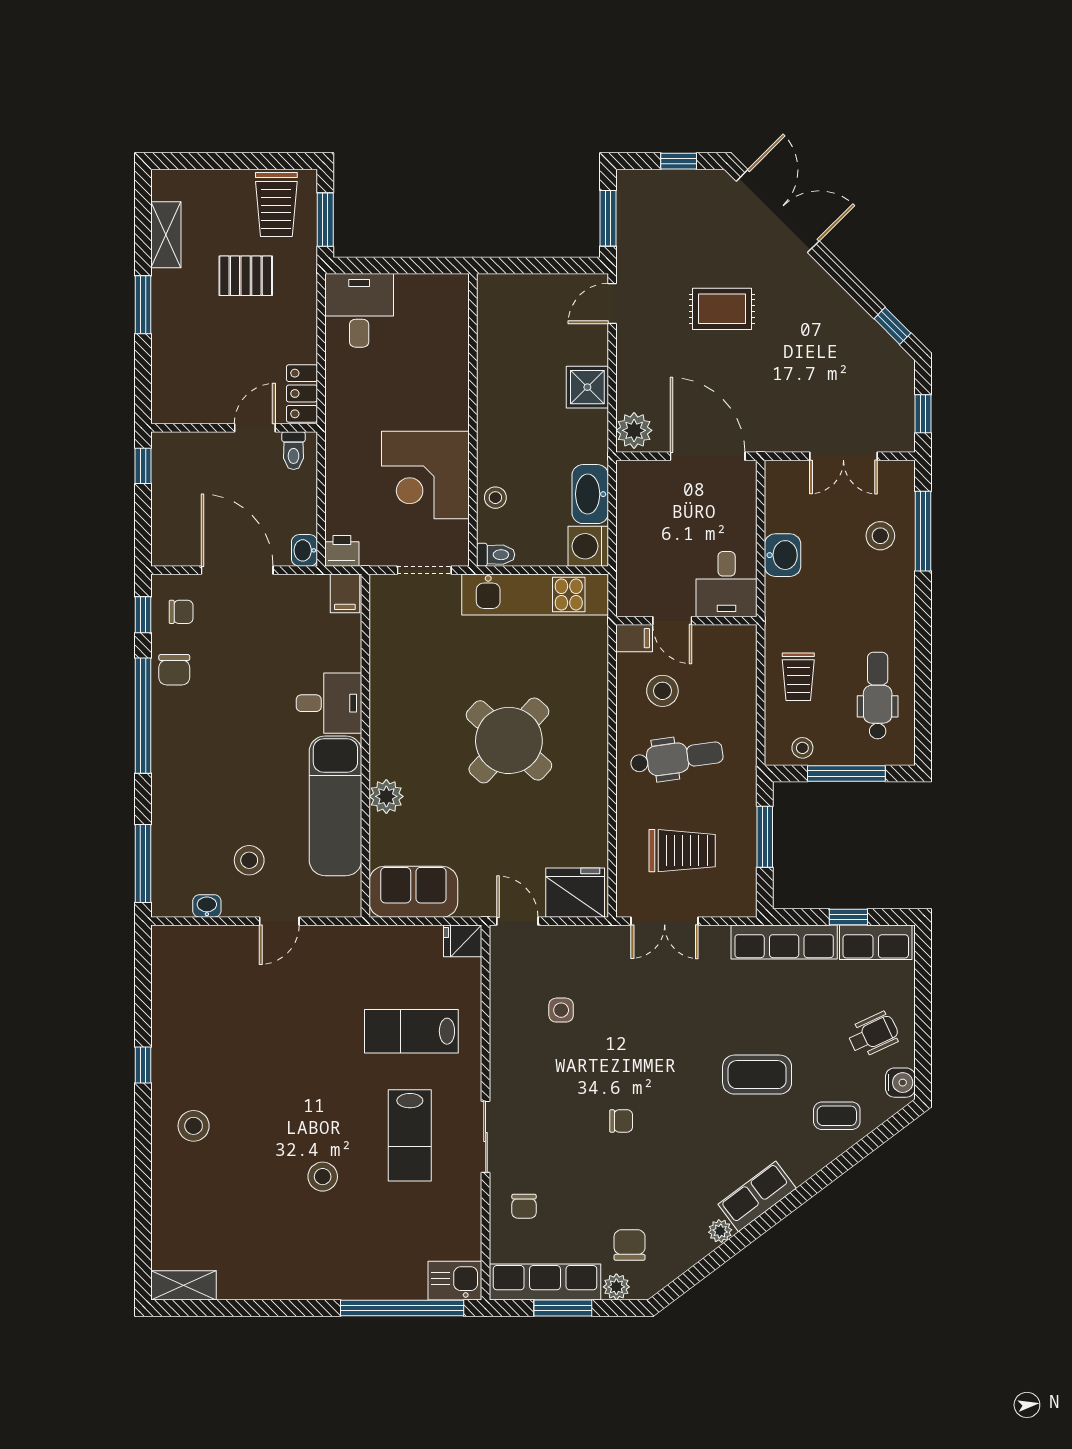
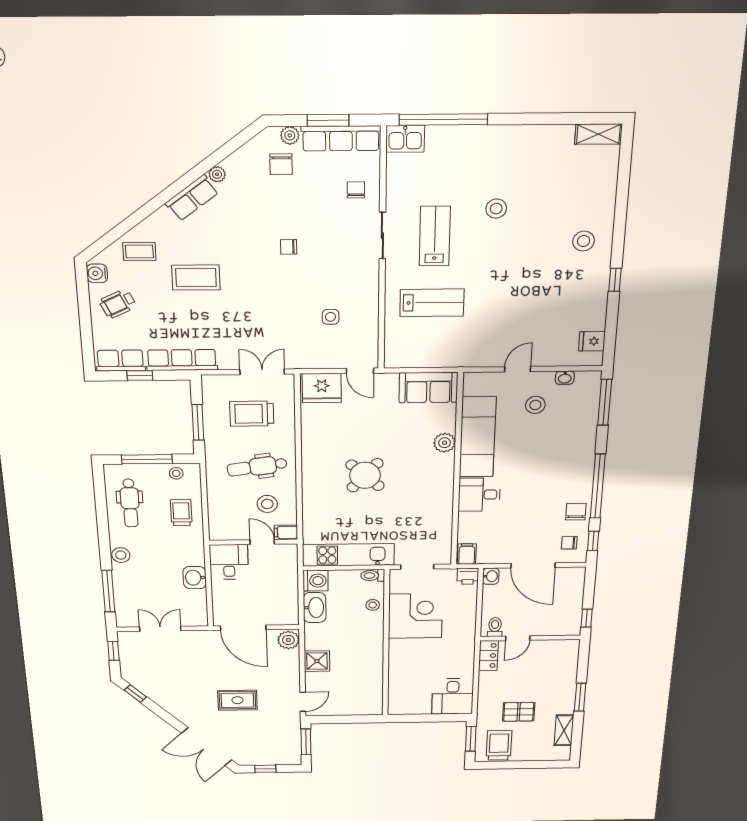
stool: (880, 536) -> (121, 555), moved
round table: (509, 740) -> (365, 475), width x0.73, depth x0.73
fridge: (463, 941) -> (592, 341), moved, turned 180

